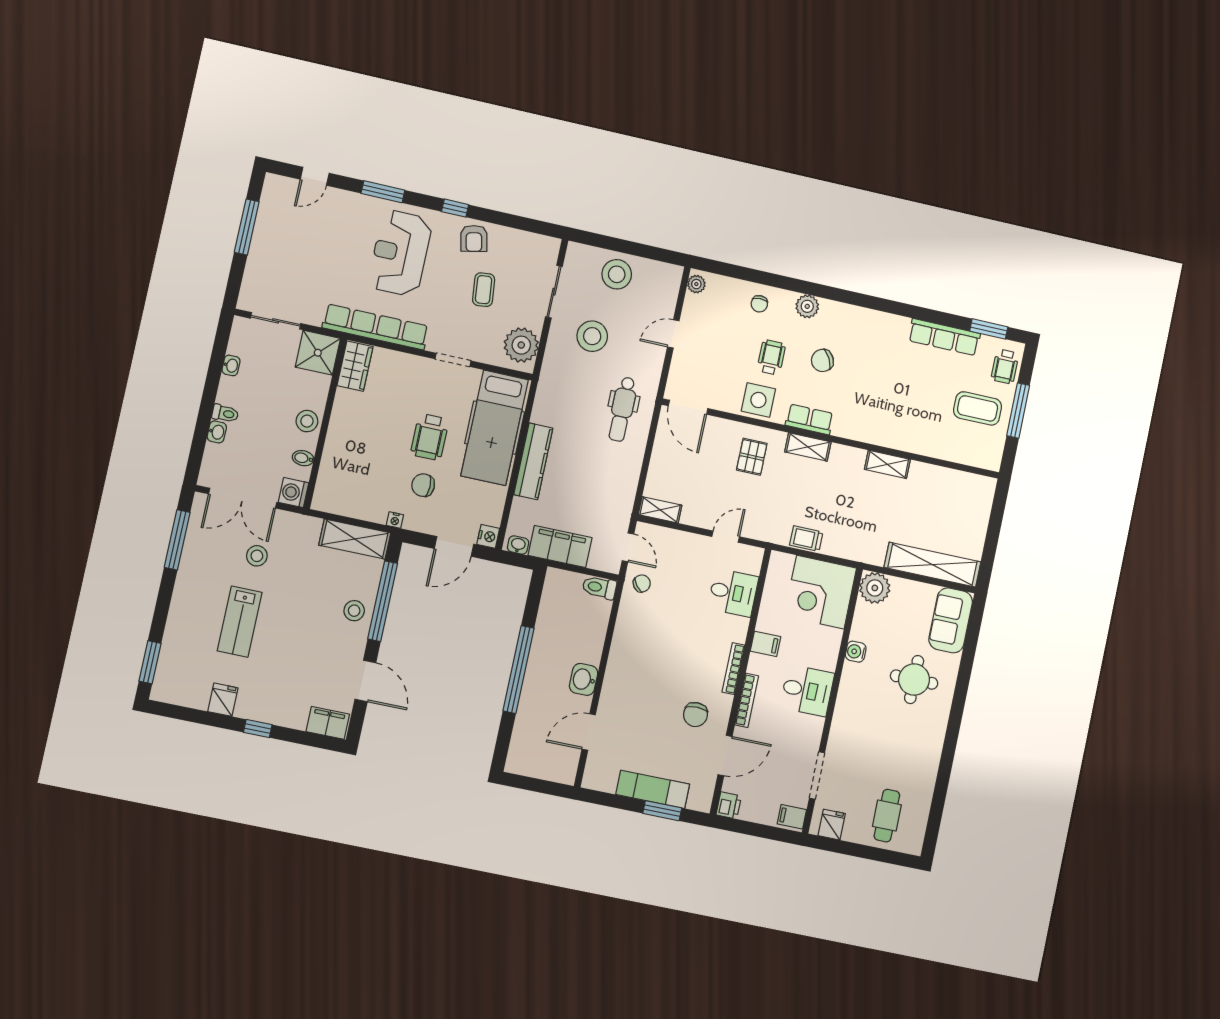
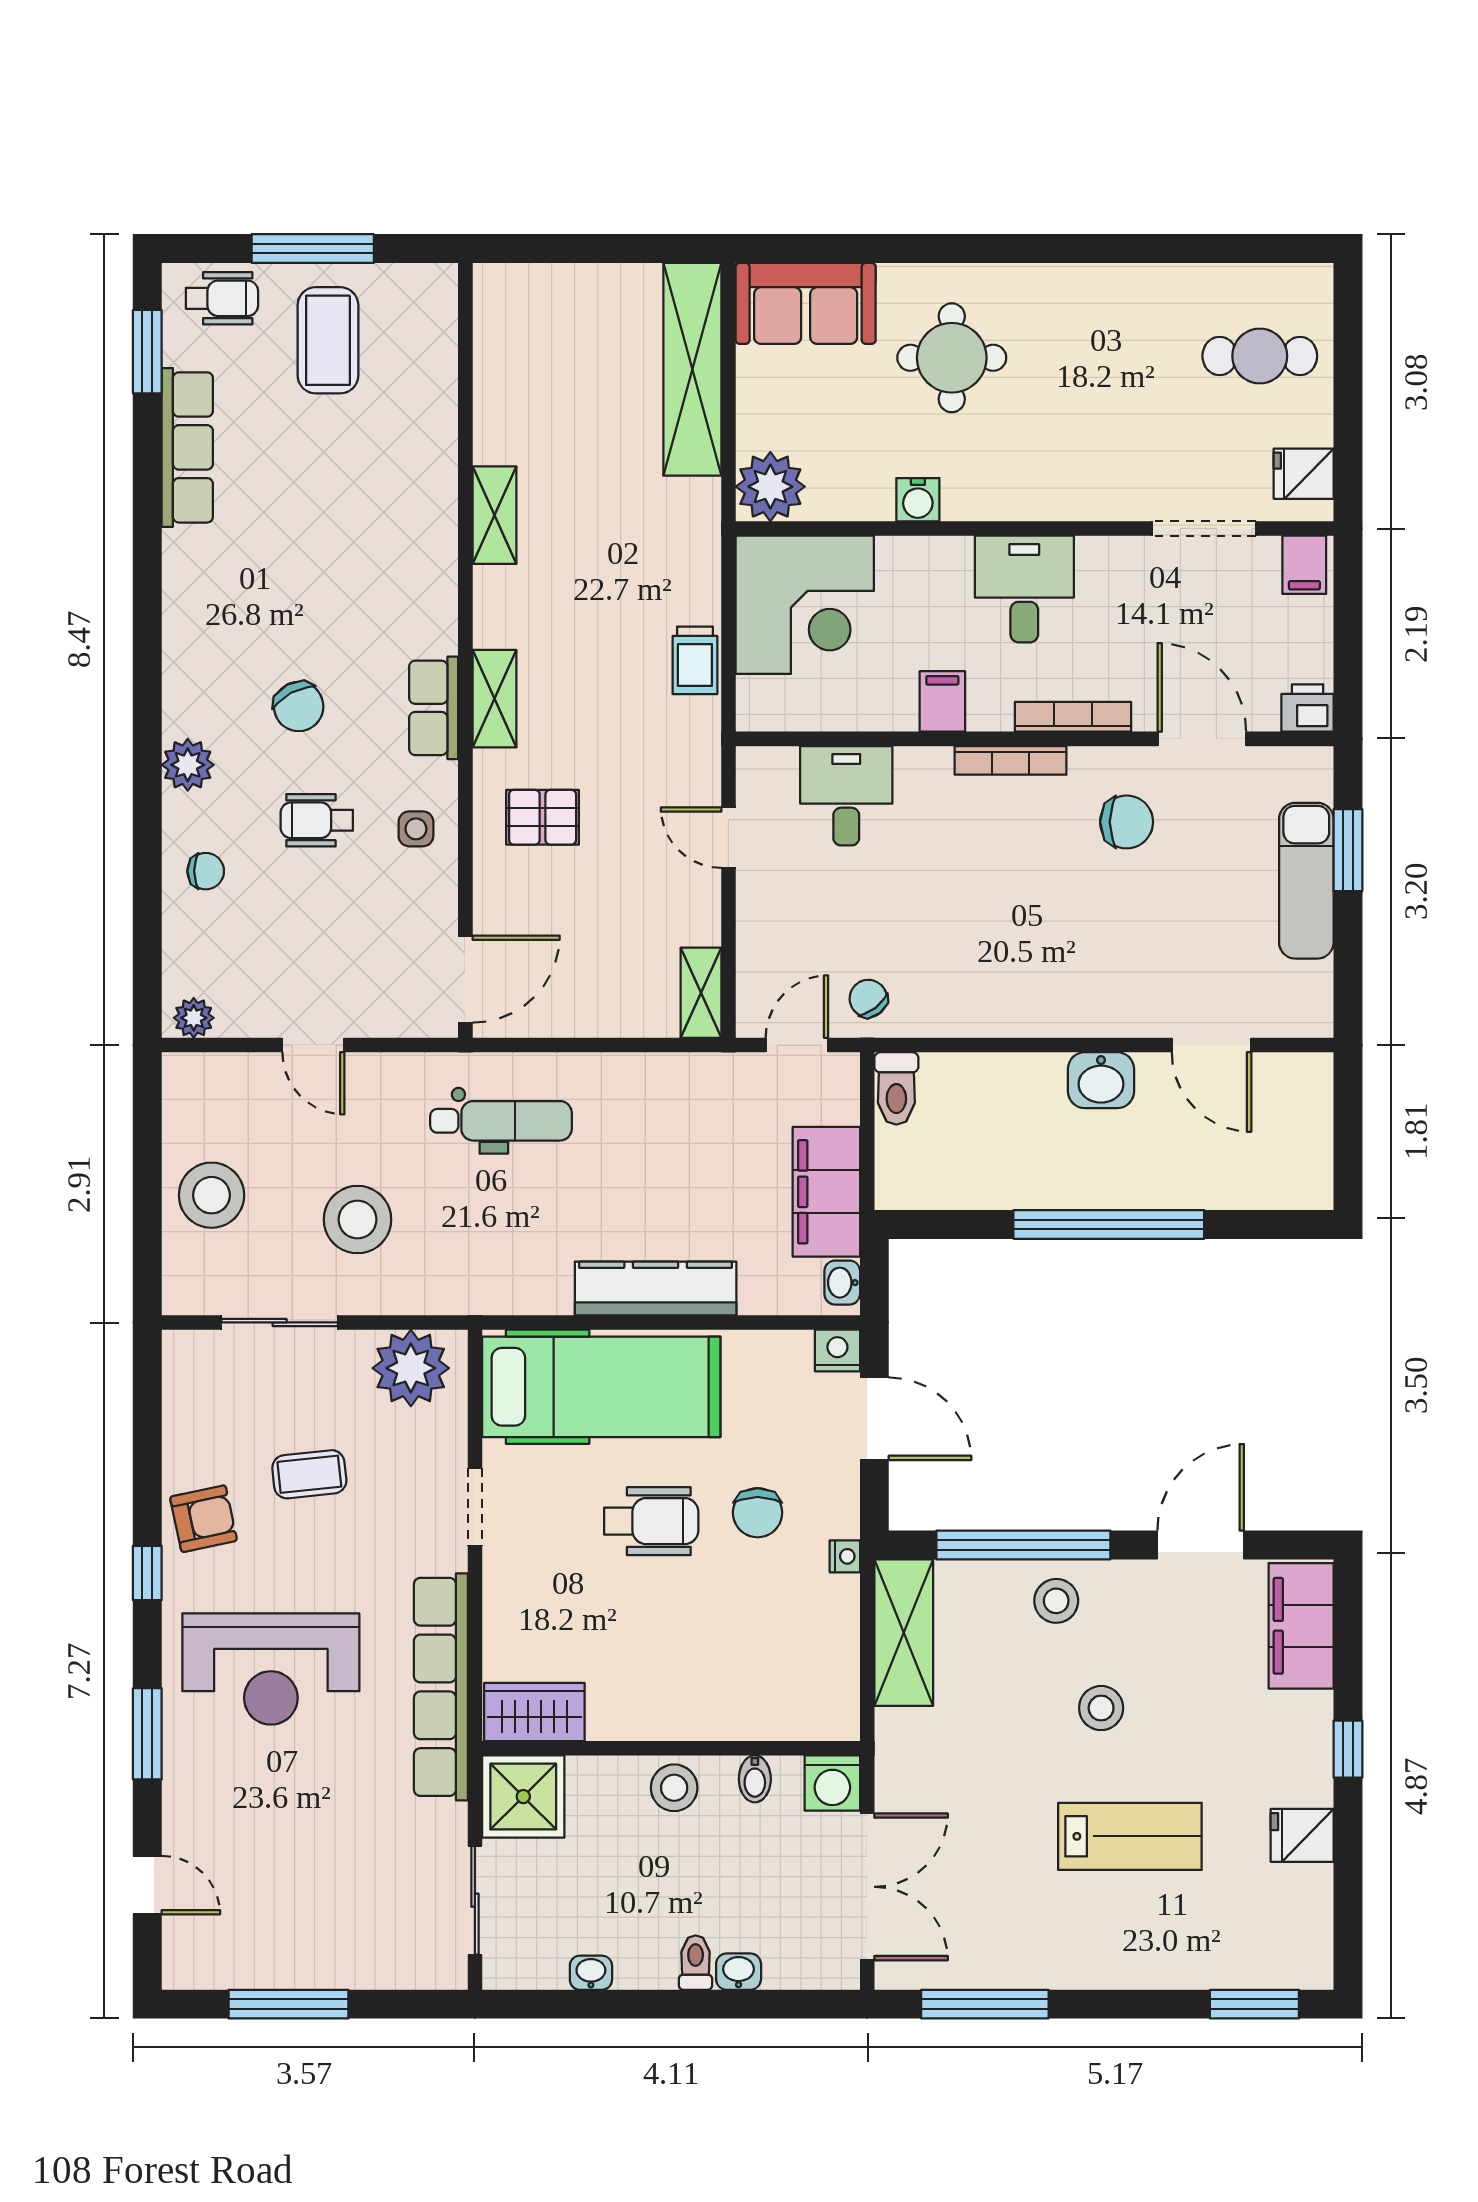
side table: (758, 400) -> (416, 829), width x0.54, depth x0.54
stool: (257, 556) -> (1101, 1708), moved
filing cabinet: (328, 723) -> (1301, 1626), width x1.50, depth x1.17

